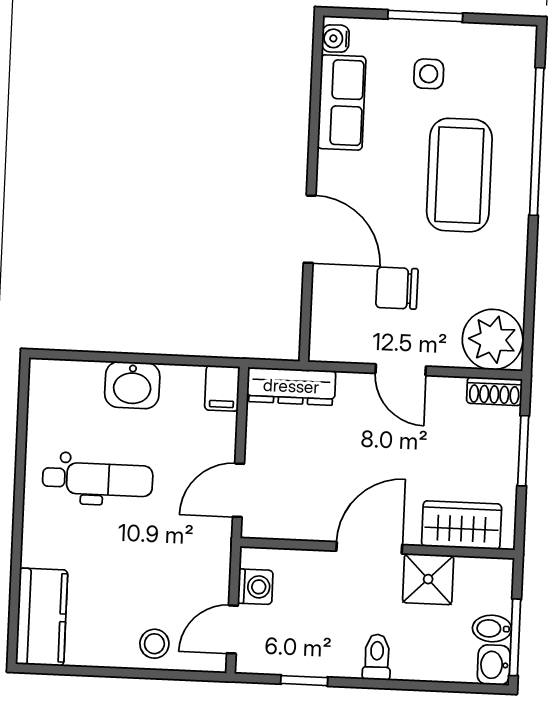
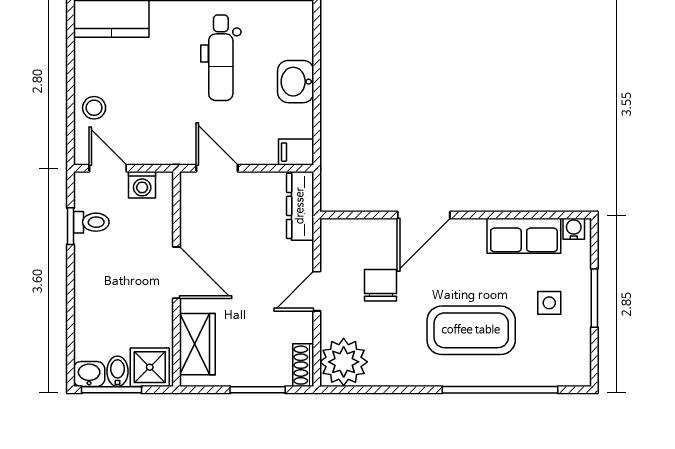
shower: (428, 579) -> (150, 367), moved
toilet: (377, 657) -> (91, 222), moved

